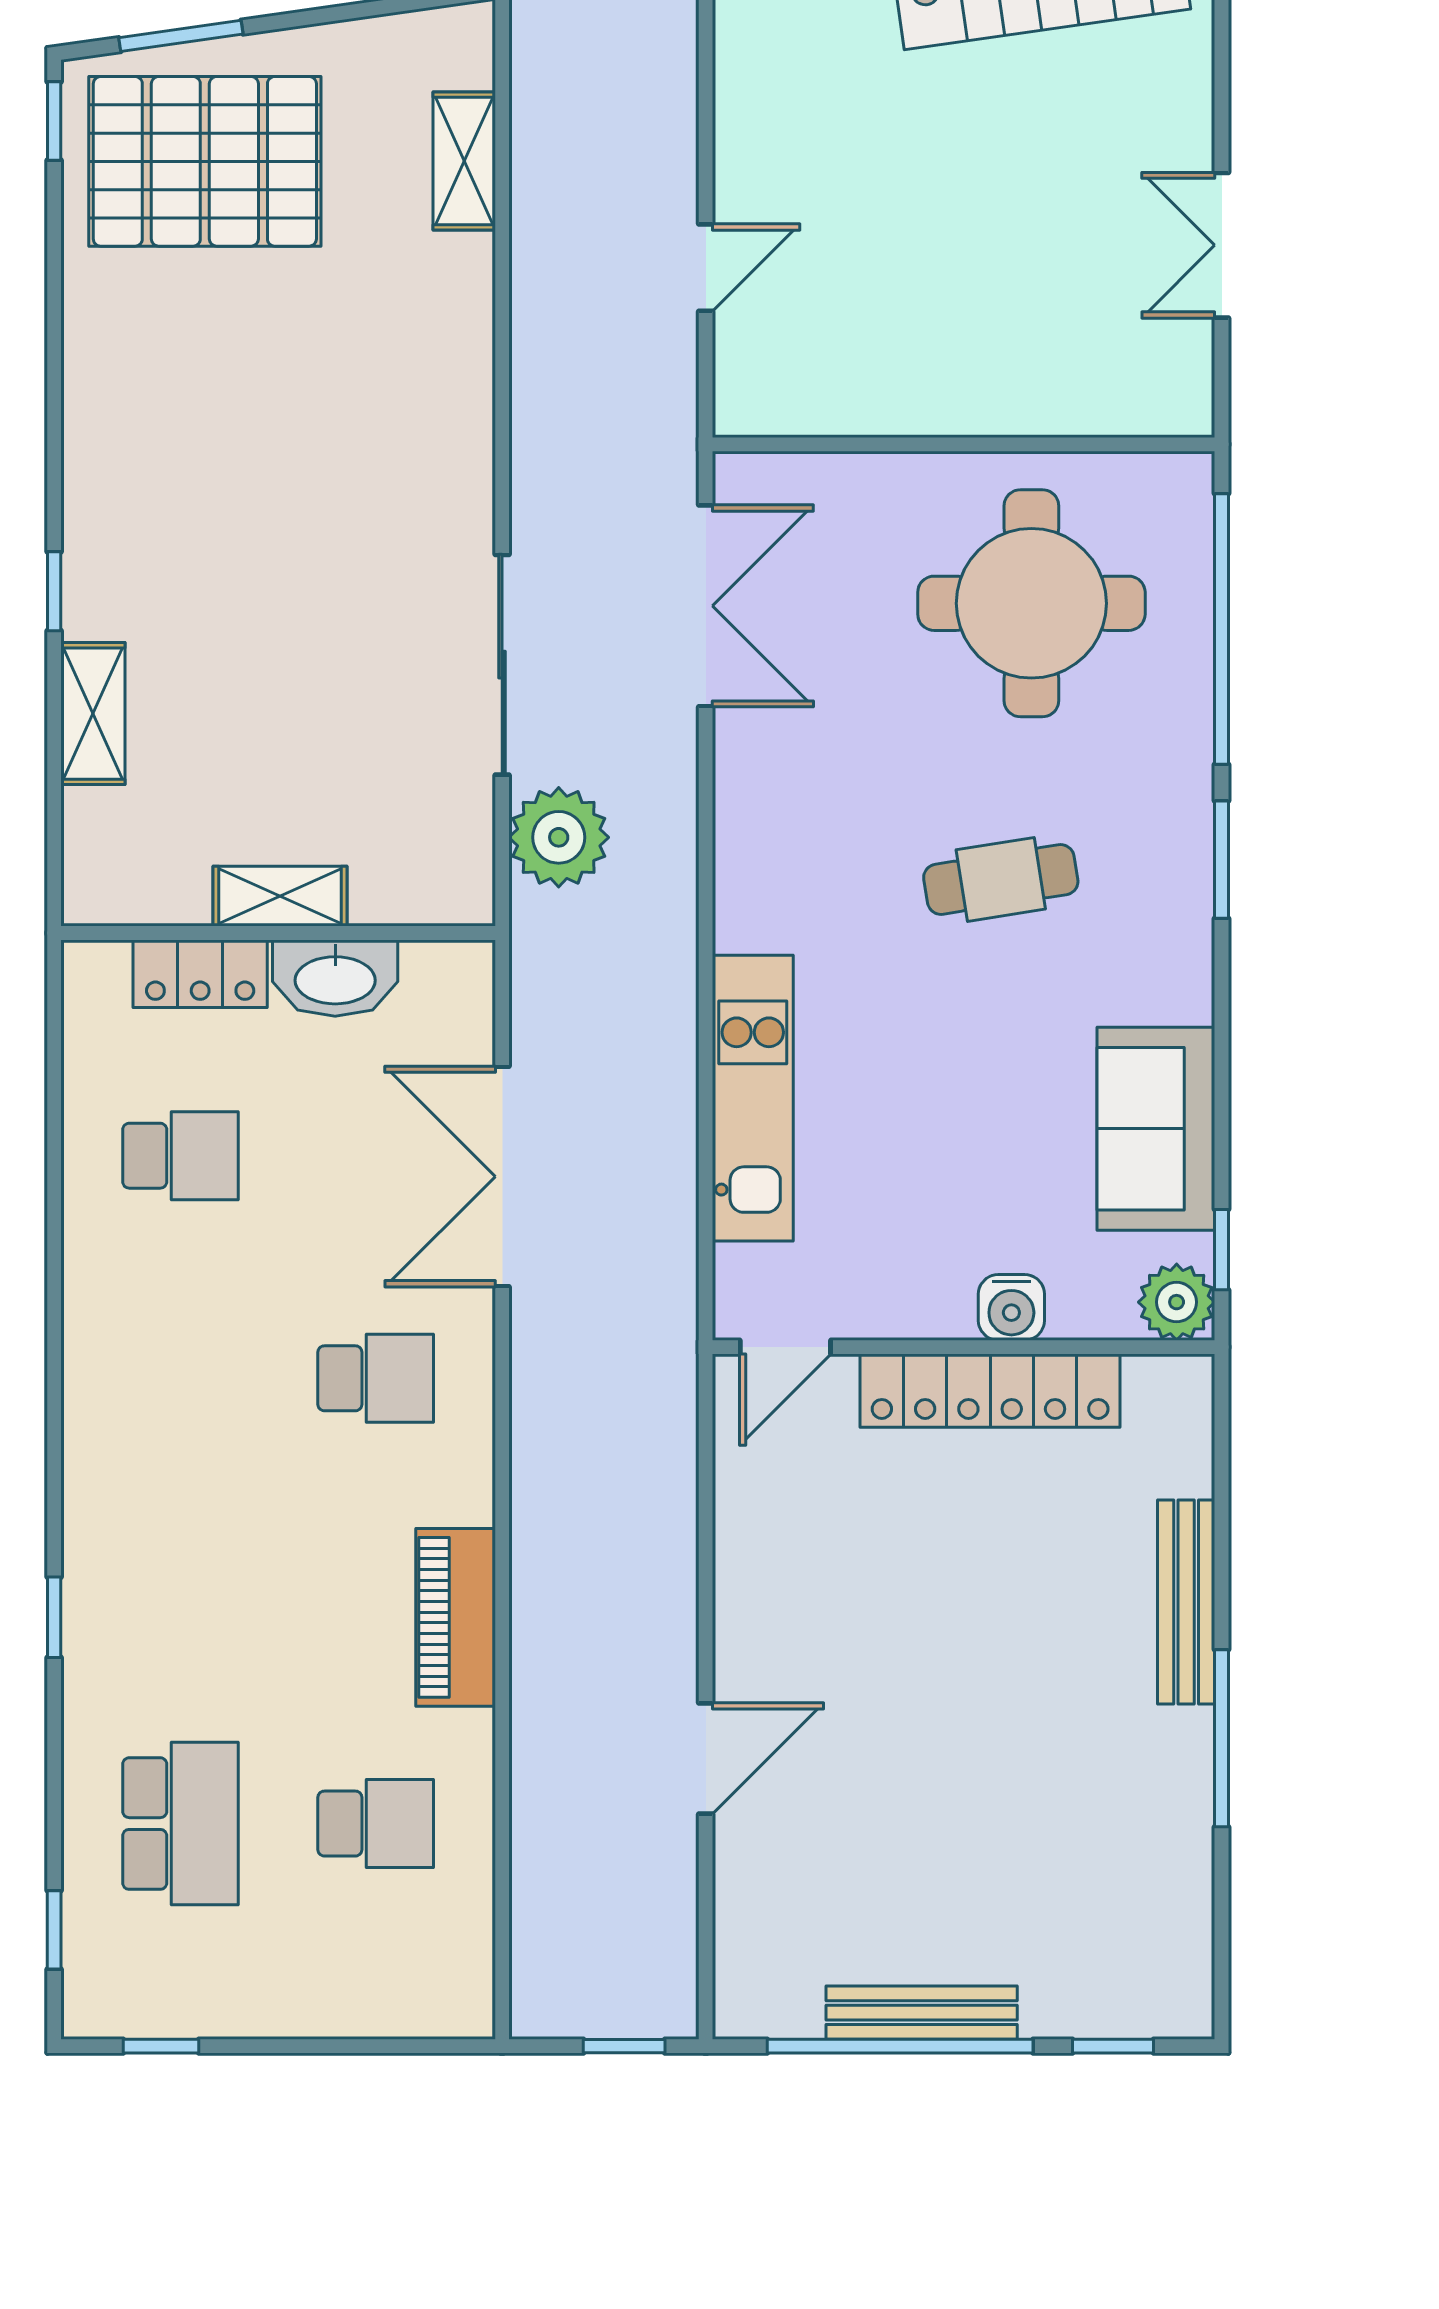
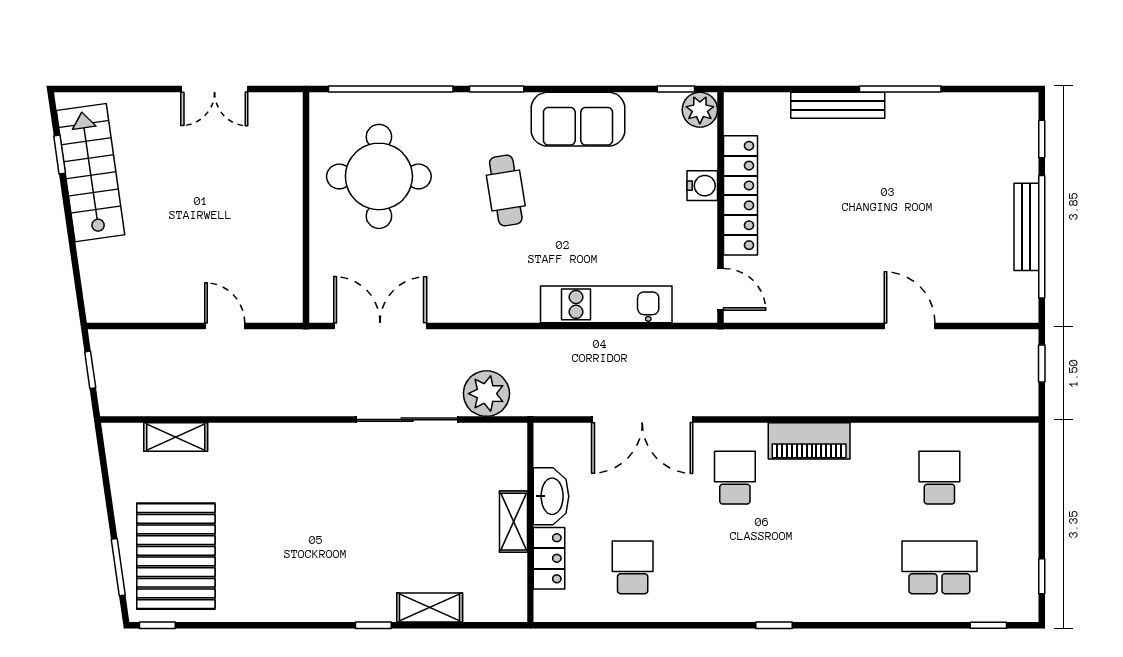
sofa: (1156, 1129) -> (578, 119), moved
window: (54, 1617) -> (774, 625), moved
piano: (456, 1617) -> (809, 441), moved

